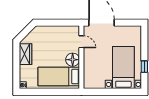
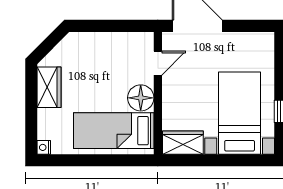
door: (81, 42) -> (158, 63), hinge flipped
wardrobe: (94, 83) -> (183, 143), added

